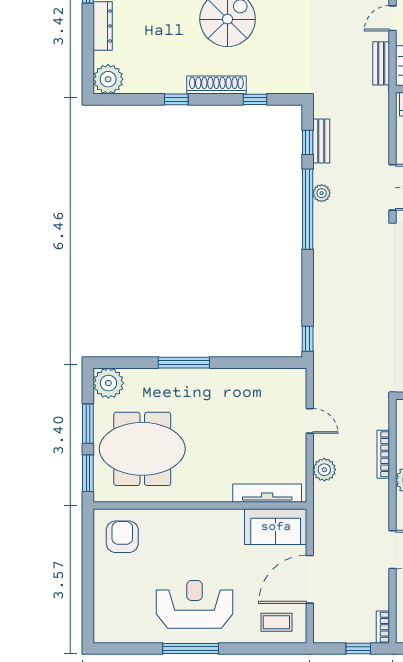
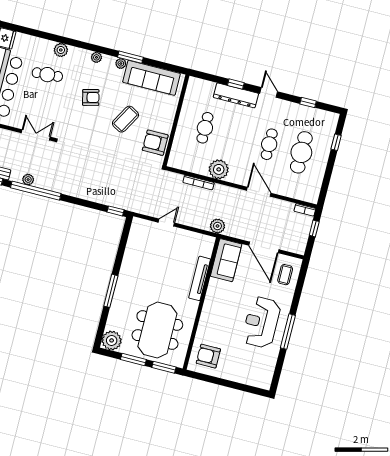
plant: (324, 470) -> (217, 226), moved
tv unit: (267, 493) -> (200, 278), moved

